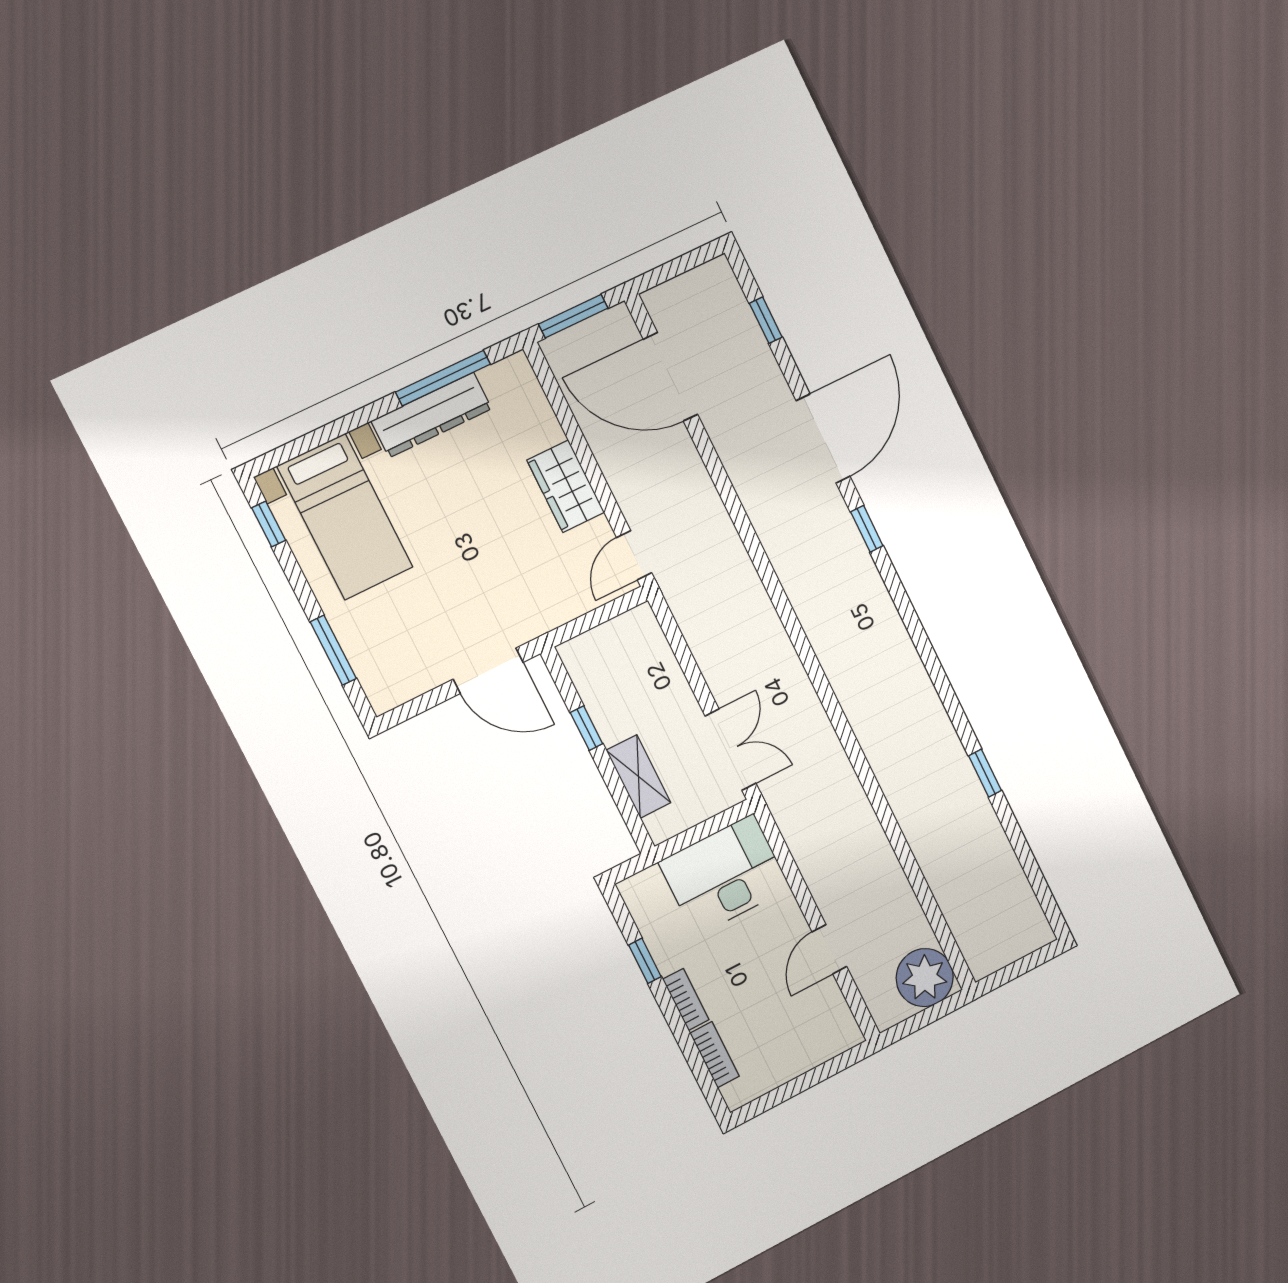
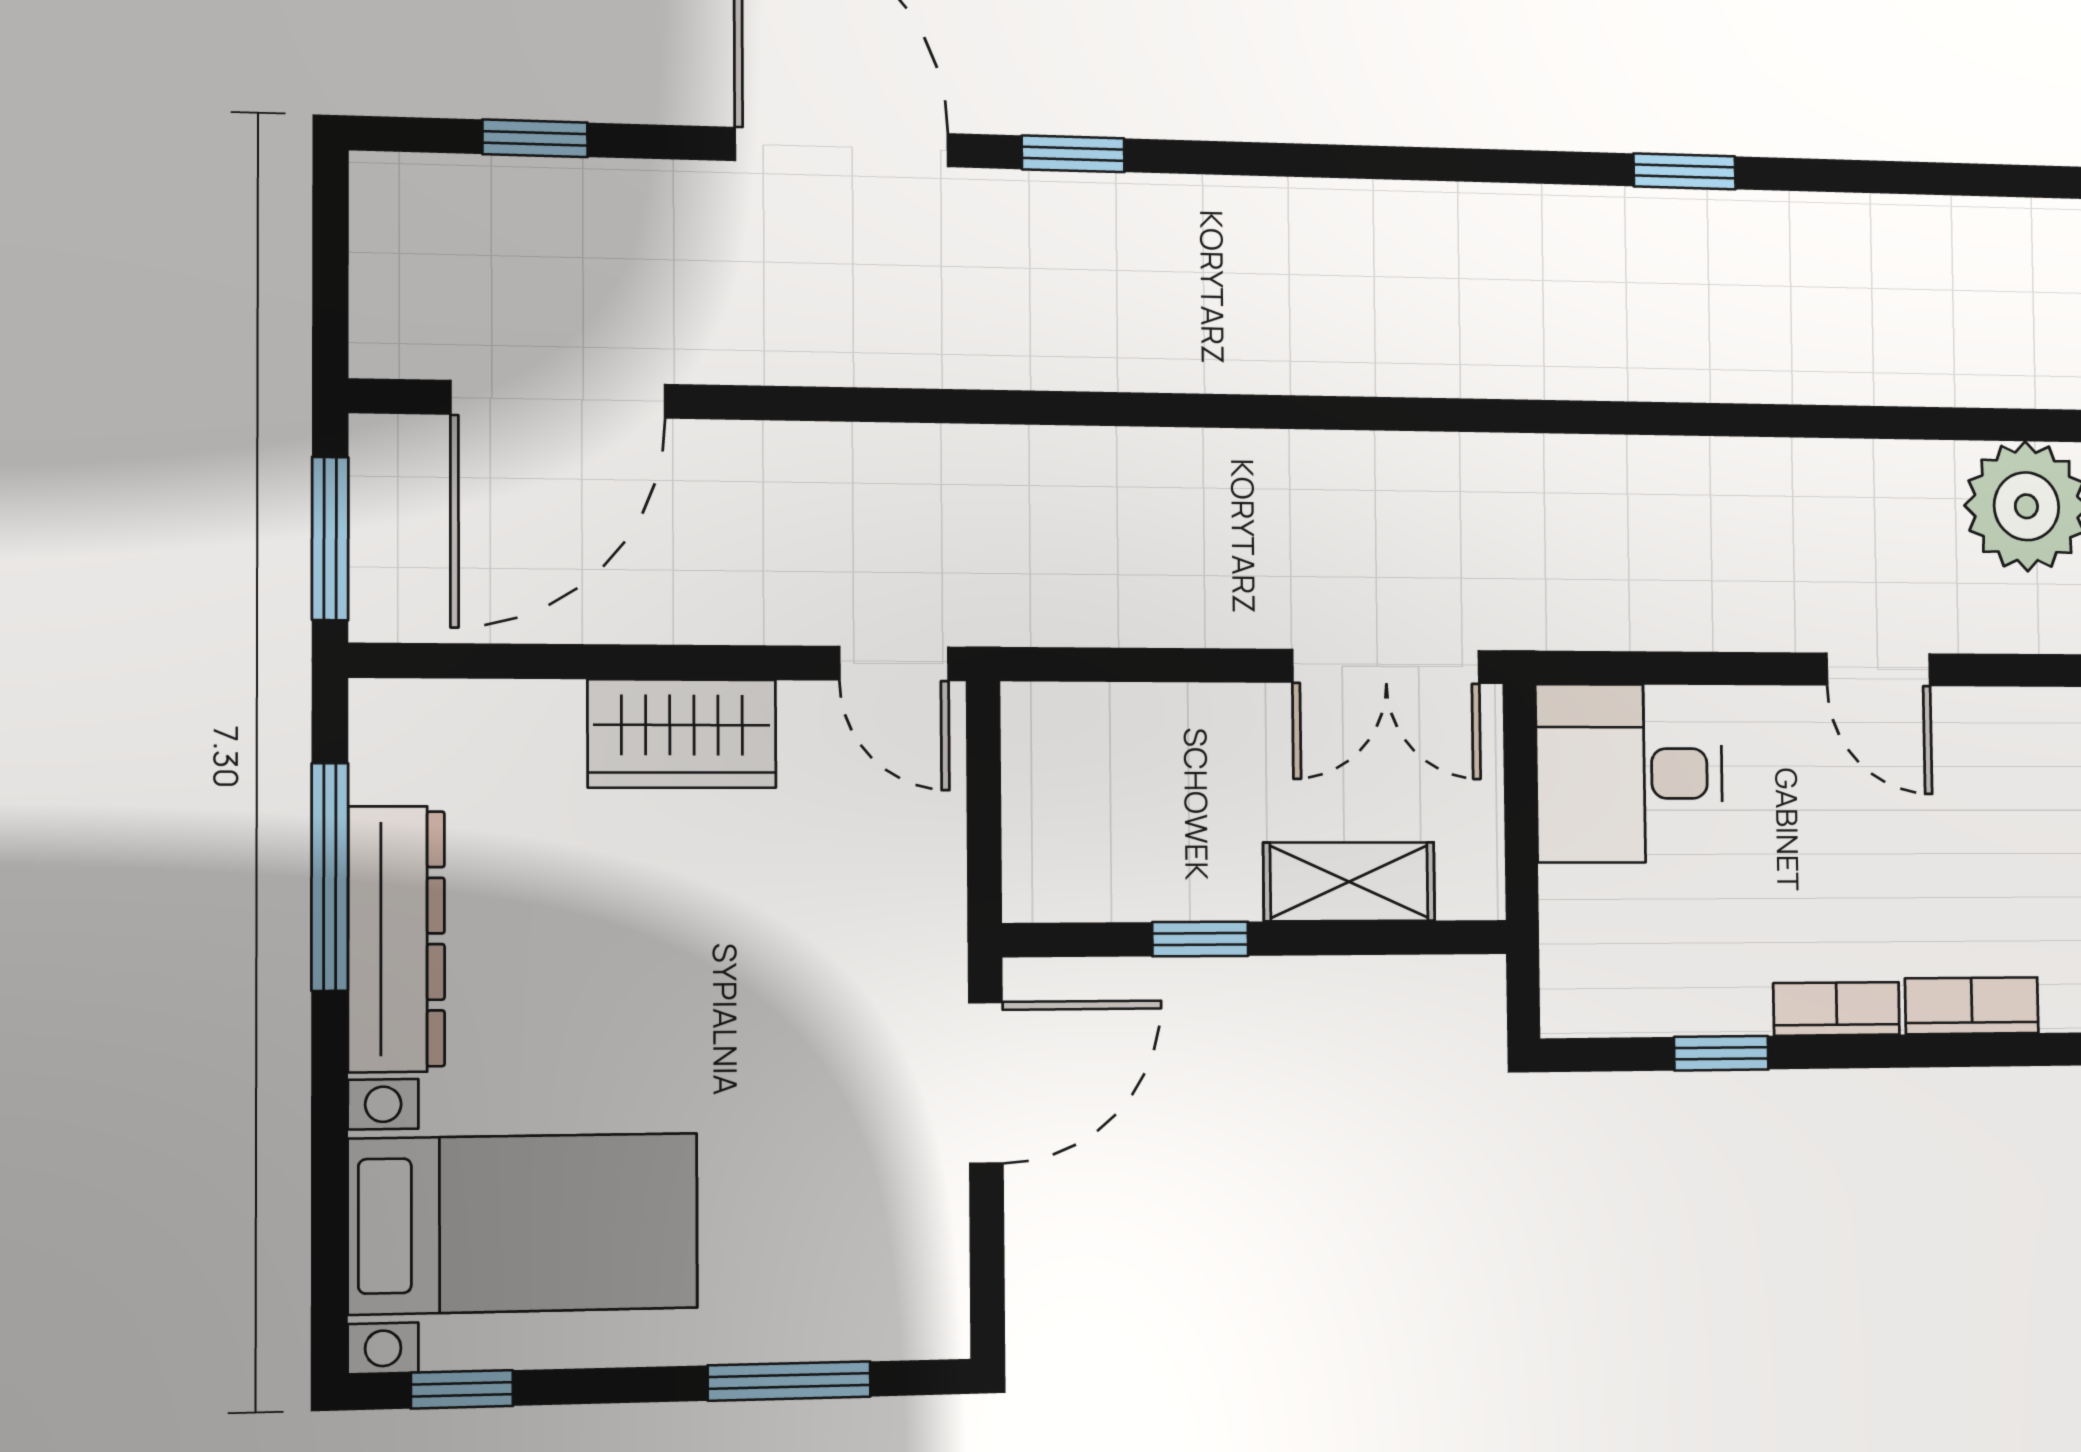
double door: (730, 750) -> (1386, 666), swing flipped
desk: (724, 875) -> (1630, 773), width x0.73

